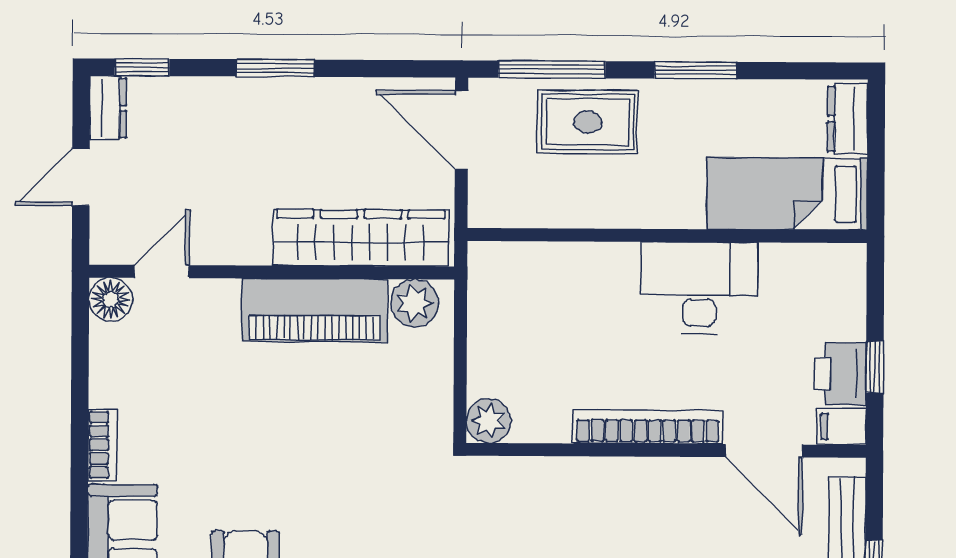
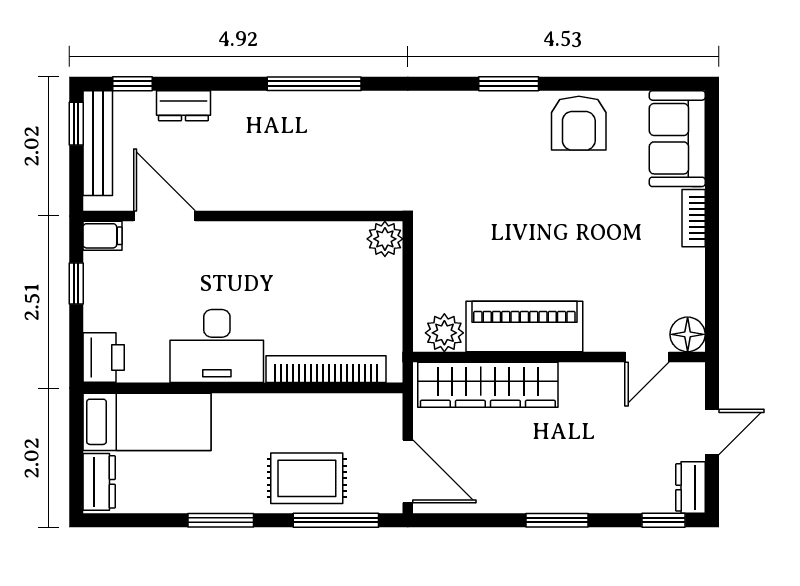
printer: (841, 374) -> (104, 357), moved
bookcase: (648, 427) -> (326, 369), moved, turned 180

